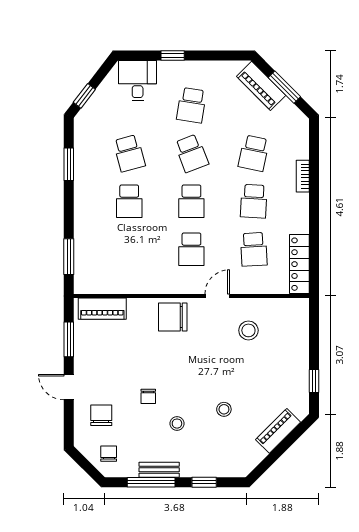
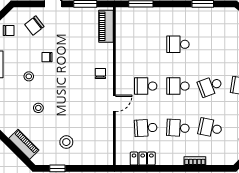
school desk: (129, 153) -> (210, 44), removed
locker: (299, 264) -> (143, 159), width x0.66
door: (217, 296) -> (114, 103), hinge flipped
chair: (173, 317) -> (100, 74), width x0.54, depth x0.54
stool: (248, 330) -> (66, 142), moved
chair: (101, 415) -> (34, 26), turned 142

